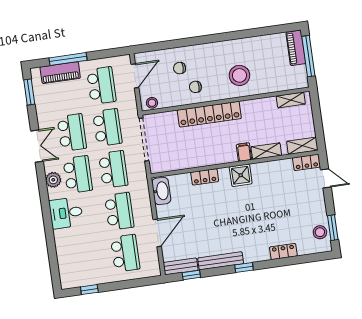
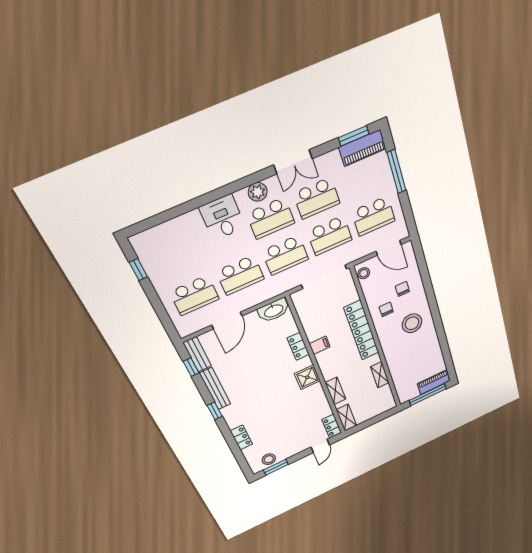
piano: (60, 73) -> (362, 148), moved, turned -90
stool: (239, 75) -> (412, 323), moved
shelving: (291, 100) -> (380, 375), moved
filing cabinet: (244, 152) -> (320, 345), moved
door: (157, 233) -> (227, 320), hinge flipped

